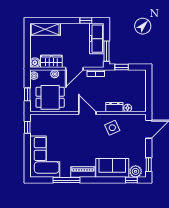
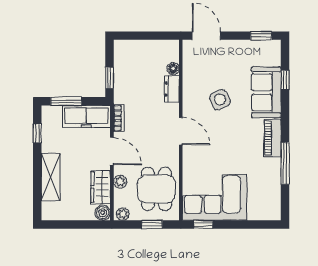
shelving: (45, 29) -> (51, 177), moved
freezer: (97, 39) -> (86, 116), moved
window: (107, 51) -> (66, 101), moved
door: (87, 113) -> (181, 131), swing flipped
side table: (112, 128) -> (220, 100), moved
corner sofa: (45, 157) -> (215, 197), moved
plant: (136, 171) -> (272, 56), removed
window: (131, 180) -> (285, 80), moved

